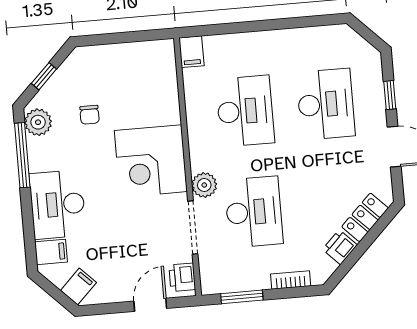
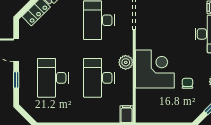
corner desk: (151, 161) -> (155, 69), moved
plant: (204, 185) -> (126, 62), moved

